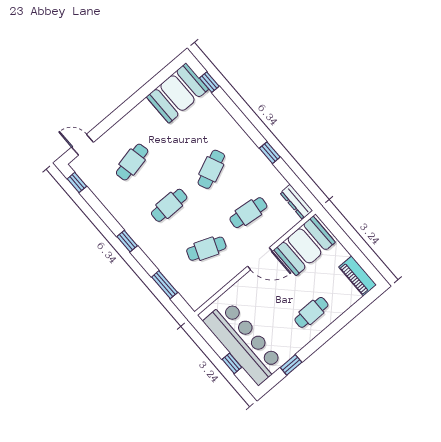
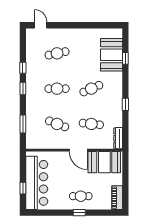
window: (209, 82) -> (125, 58), moved
booth: (177, 93) -> (111, 55), moved, turned 90
window: (77, 183) -> (23, 68), moved
window: (291, 365) -> (79, 213), moved

